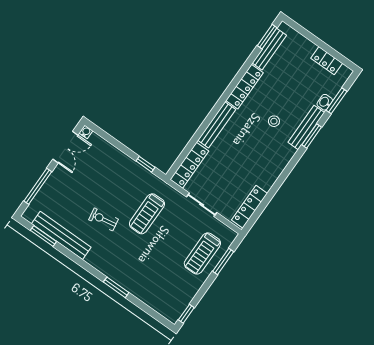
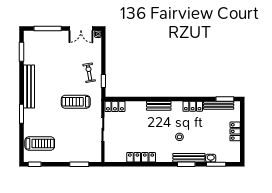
locker: (327, 61) -> (235, 131), moved
locker: (244, 87) -> (193, 106), width x0.66
bench: (217, 125) -> (159, 106), width x0.73
locker: (189, 165) -> (115, 106), width x0.66
locker: (249, 207) -> (141, 157), moved
exercise bike: (103, 219) -> (89, 73), moved
bench: (61, 235) -> (29, 86), moved
treadmill: (202, 253) -> (40, 144), moved, turned 180

